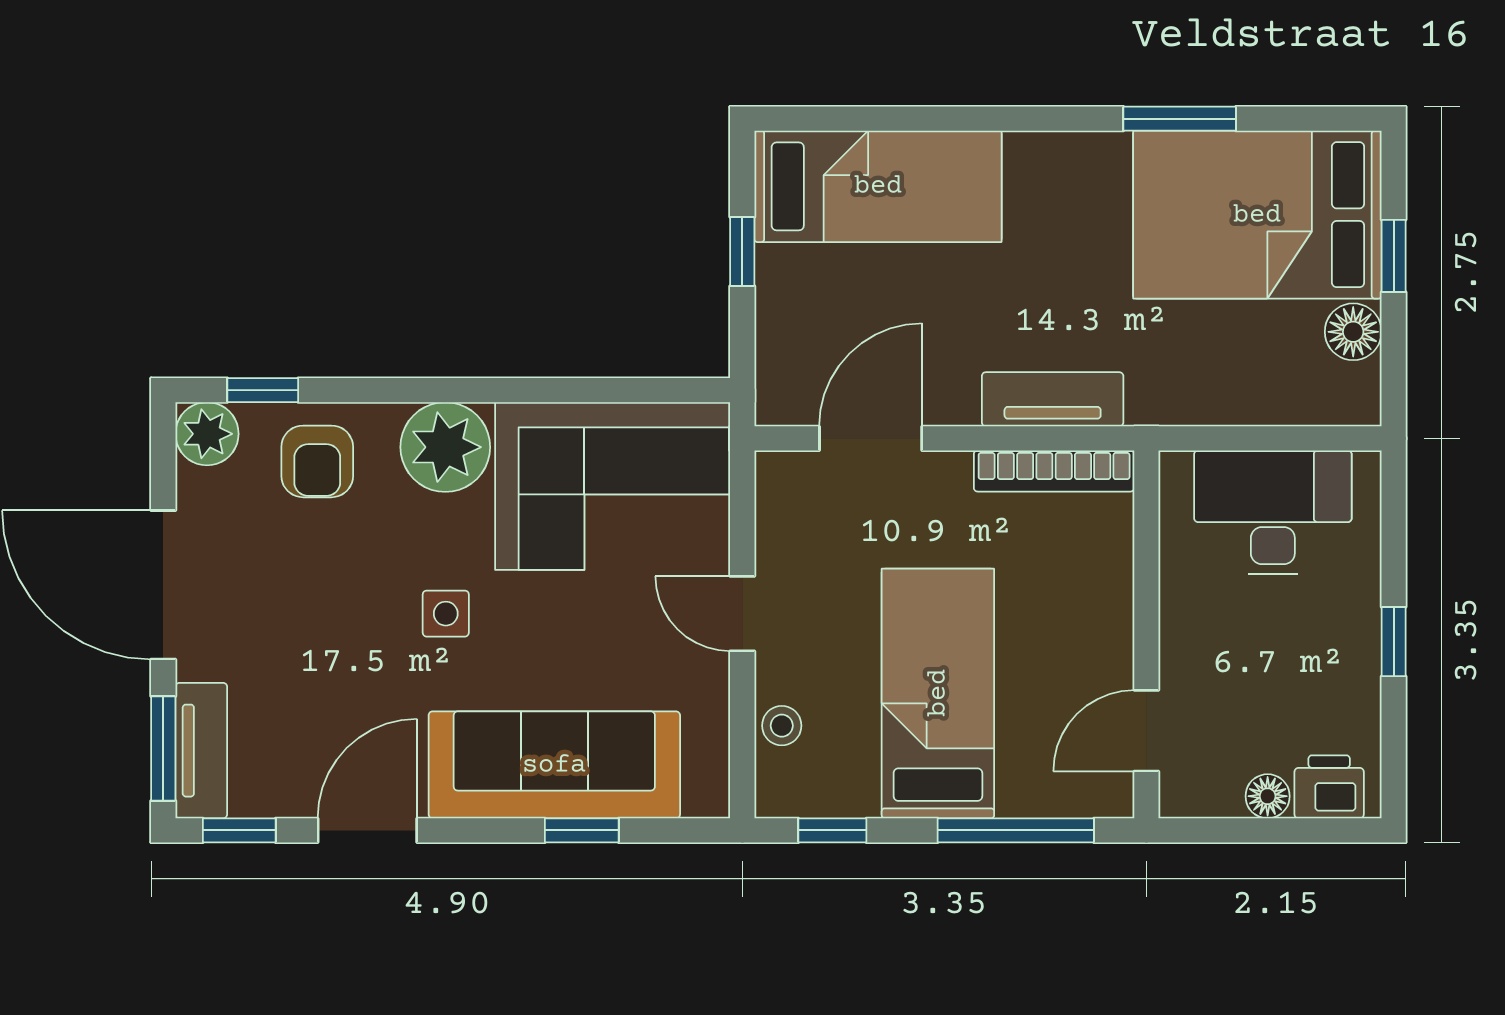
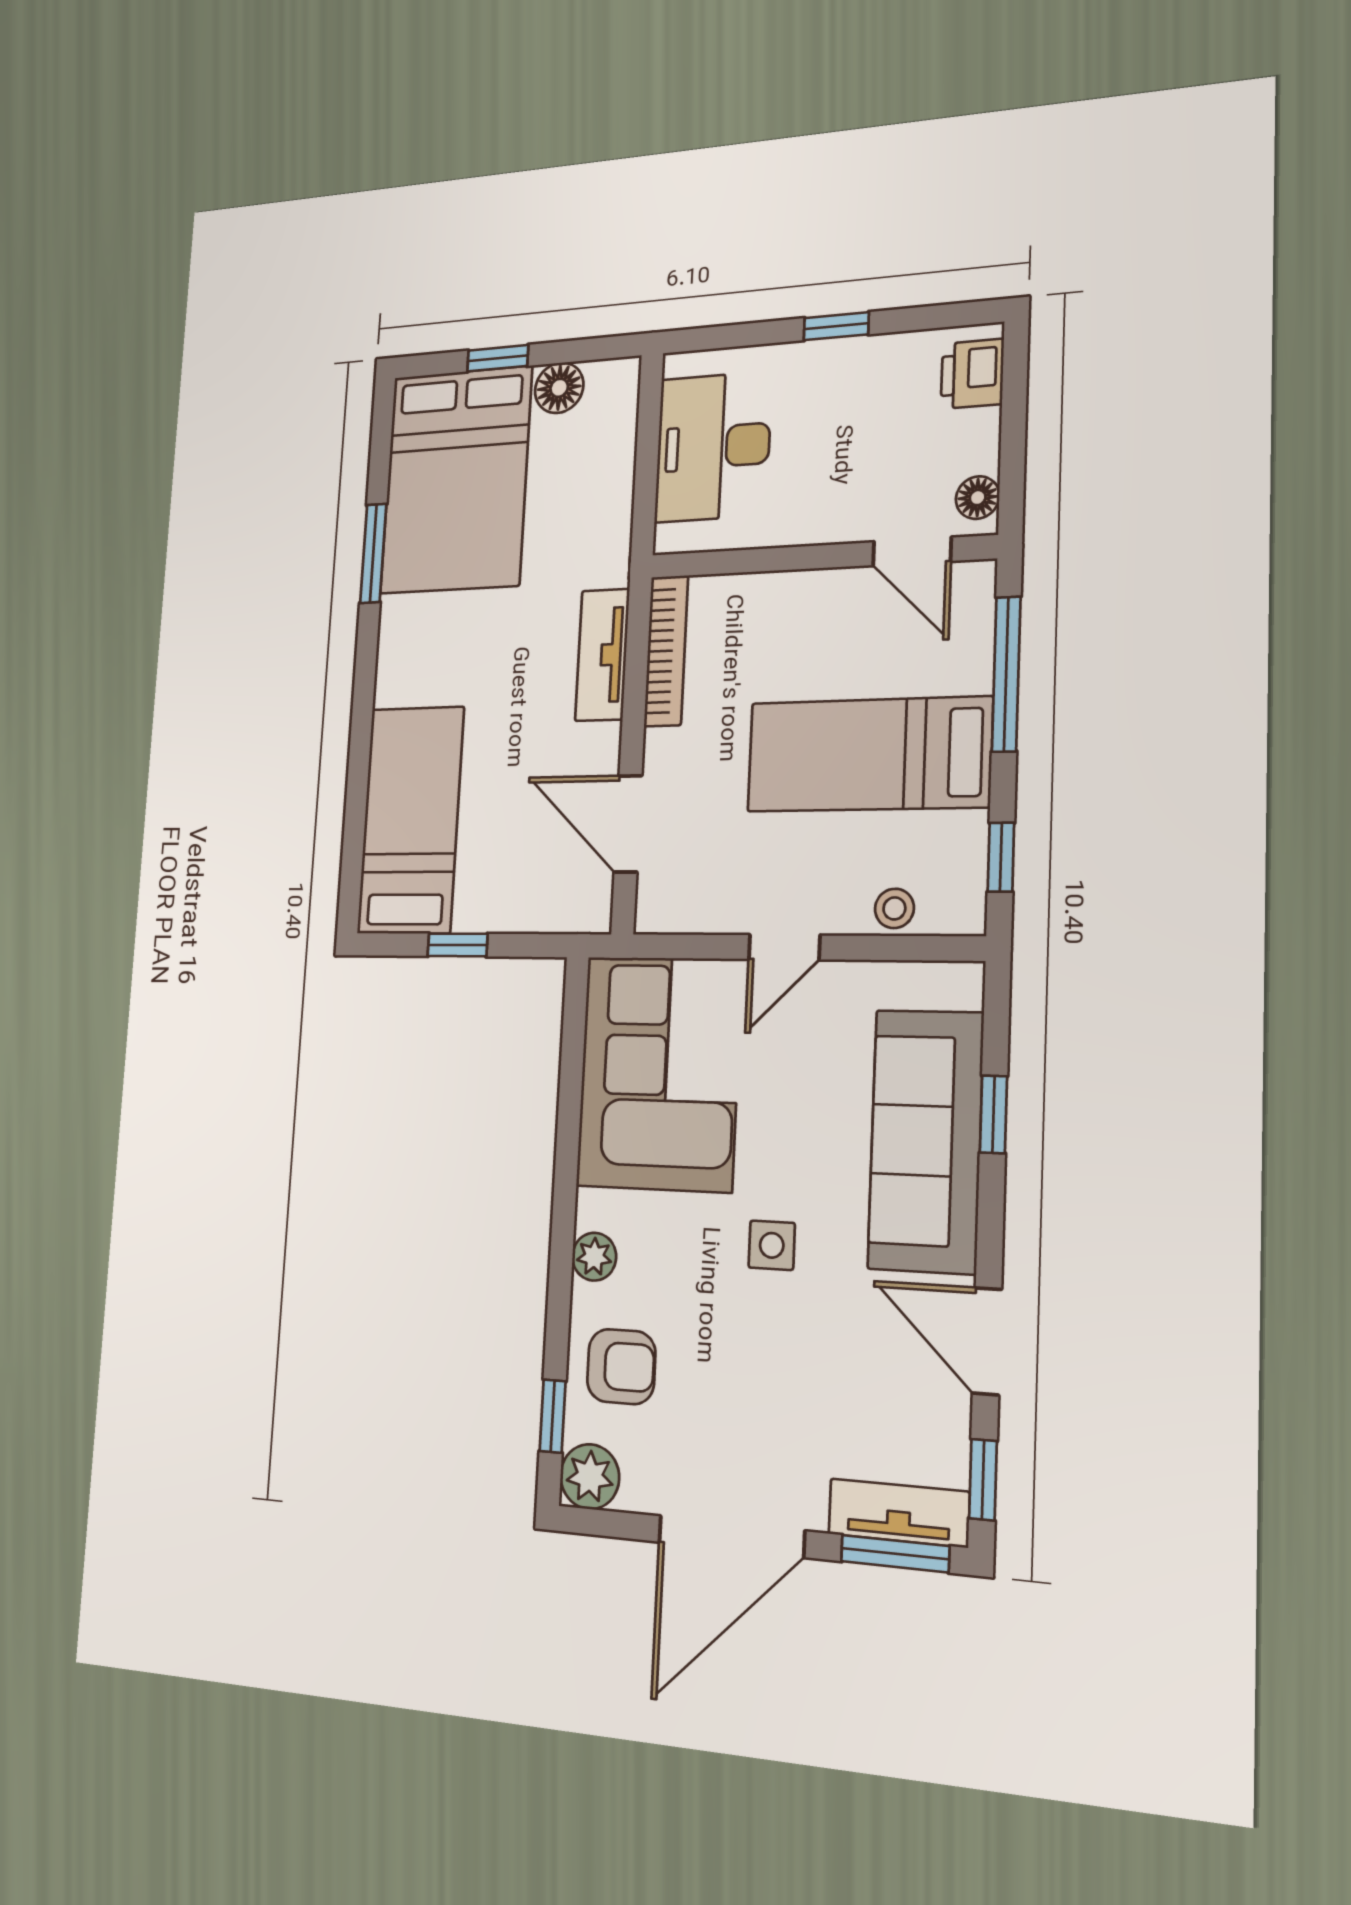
plant: (445, 447) -> (594, 1257), width x0.53, depth x0.53
floor lamp: (1268, 796) -> (978, 498), moved

